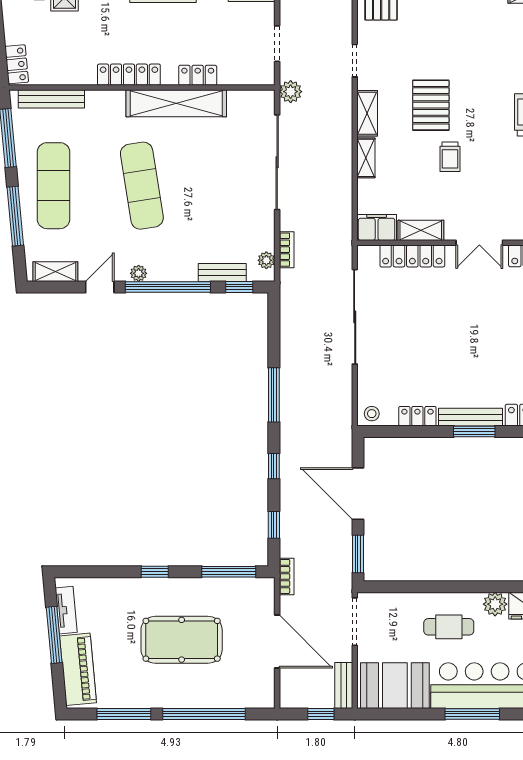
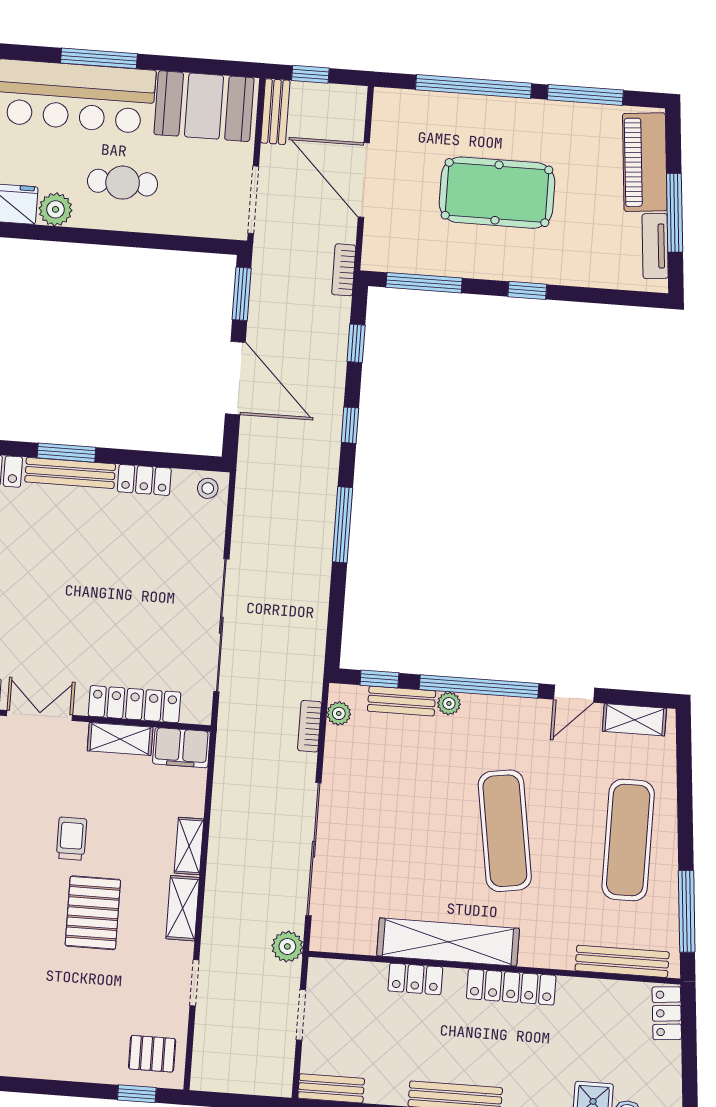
window: (15, 216) -> (685, 802), removed
plant: (139, 273) -> (449, 703), moved

